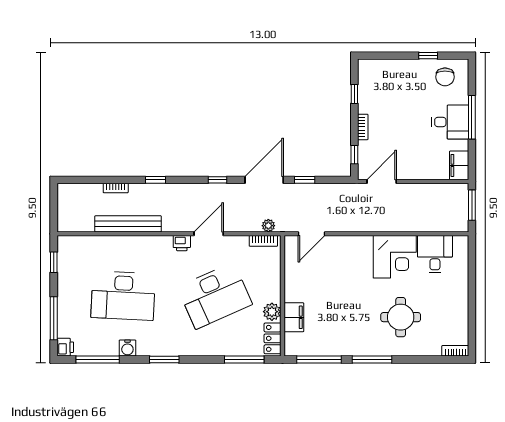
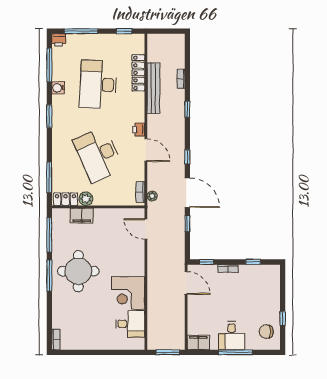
locker: (108, 244) -> (138, 73), added
round table: (401, 317) -> (78, 271), moved, width x1.36, depth x1.36

